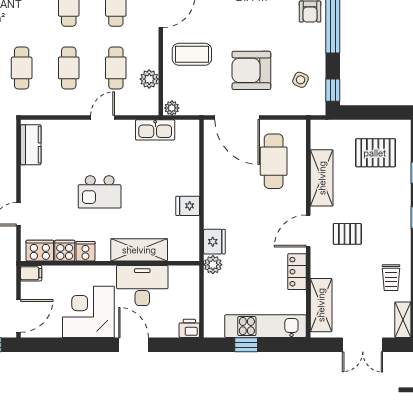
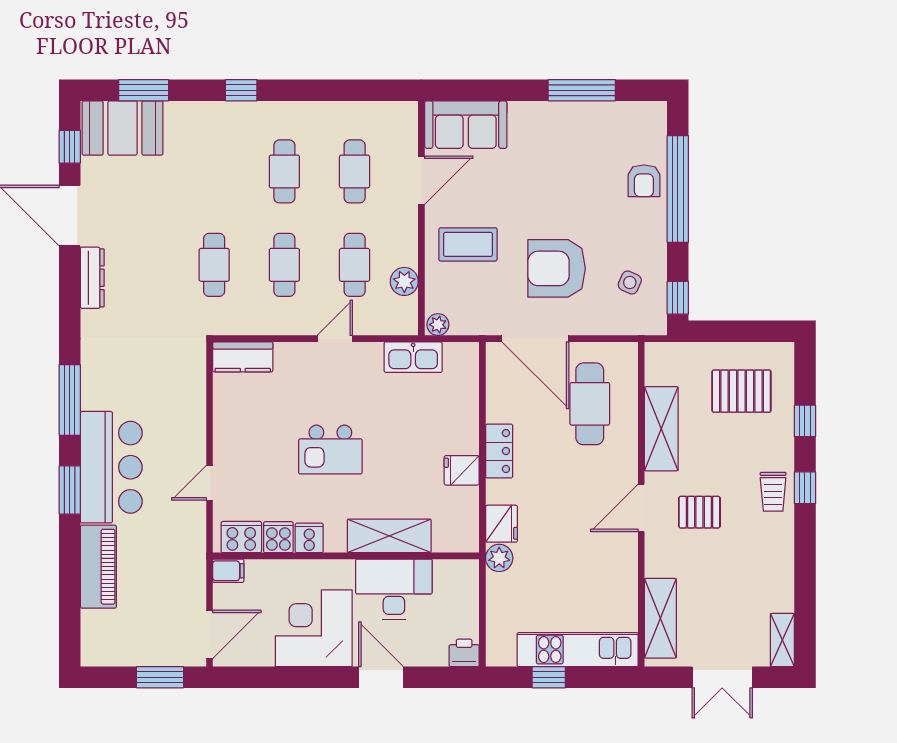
kitchen counter: (31, 145) -> (243, 357), moved, turned 90
locker: (297, 272) -> (499, 451), moved, turned 180
trolley: (391, 278) -> (773, 492), moved

